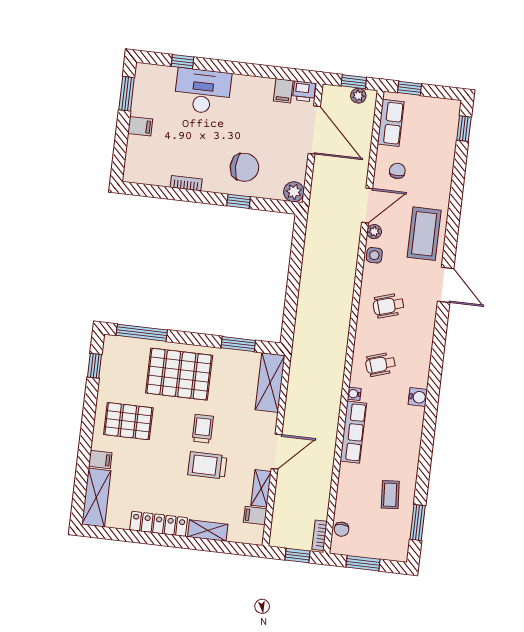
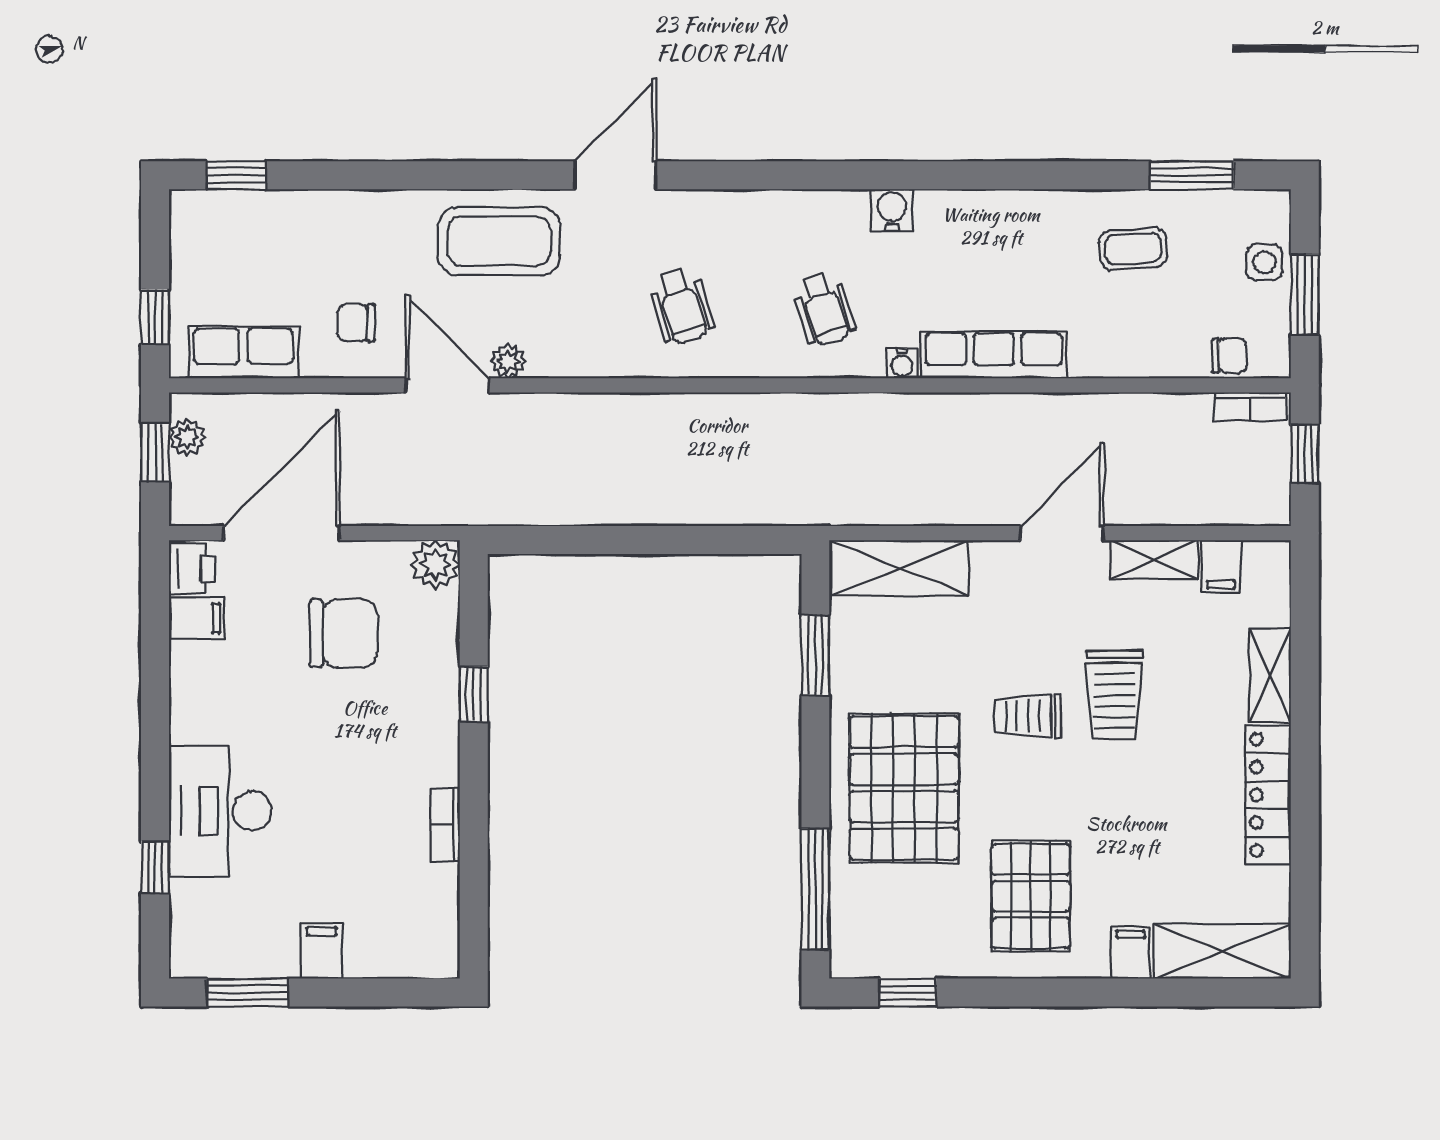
chair: (244, 167) -> (343, 633), moved, turned 90
side table: (374, 255) -> (1264, 262), moved
door: (276, 452) -> (1062, 533), hinge flipped

